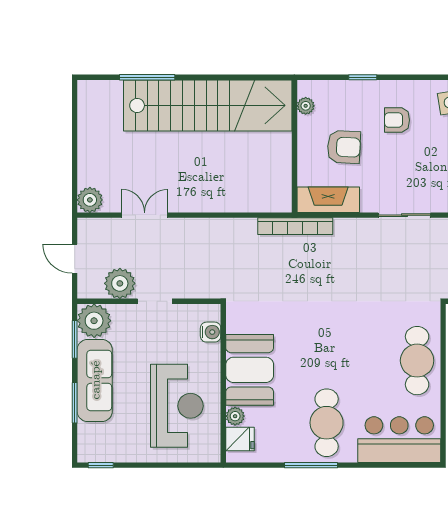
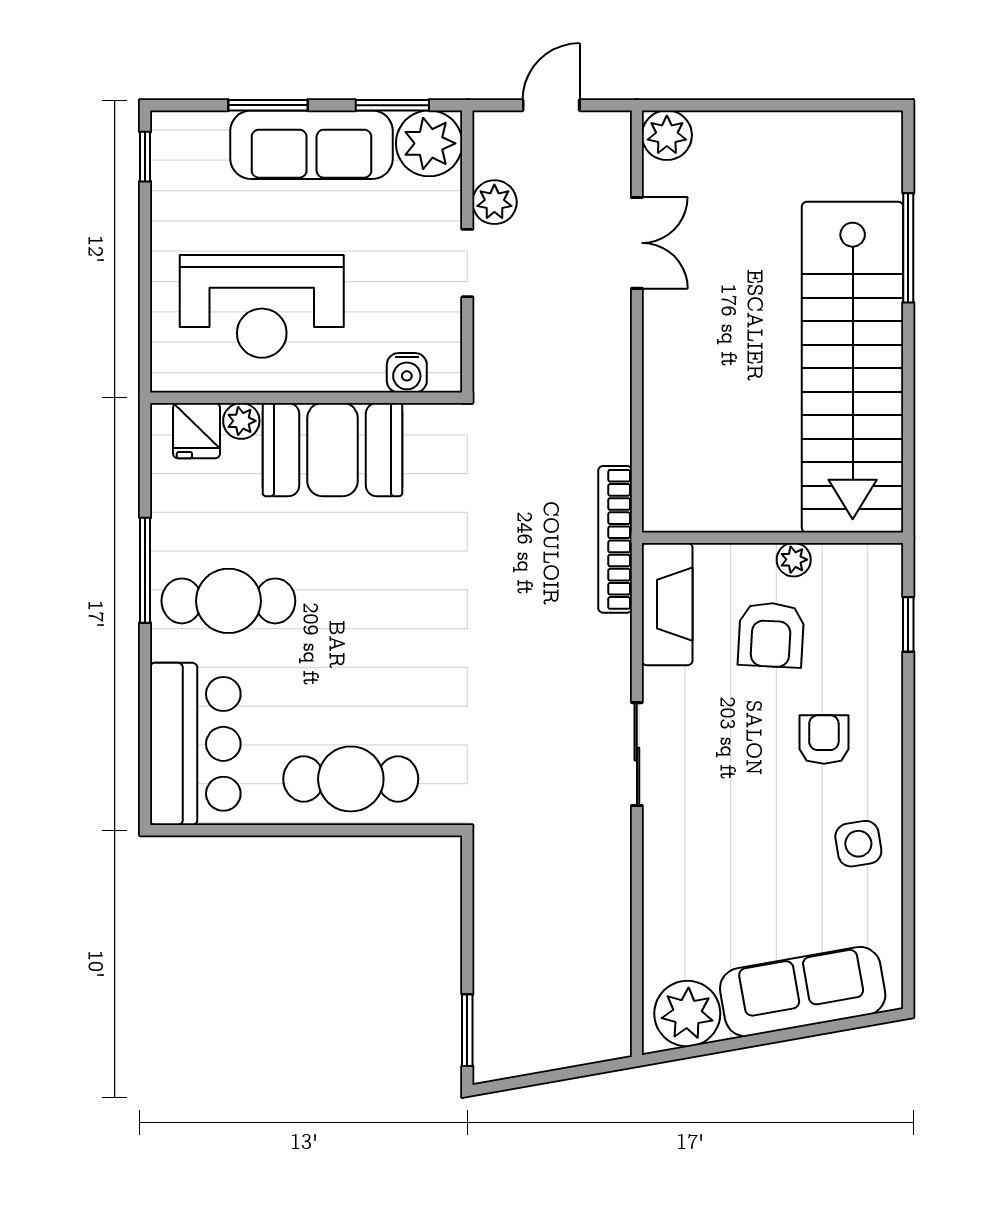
window: (363, 77) -> (908, 624), moved
plant: (306, 106) -> (794, 560), moved
plant: (120, 283) -> (494, 202), width x0.73, depth x0.73

